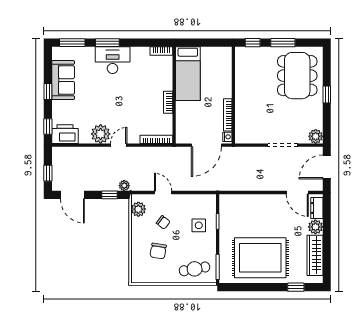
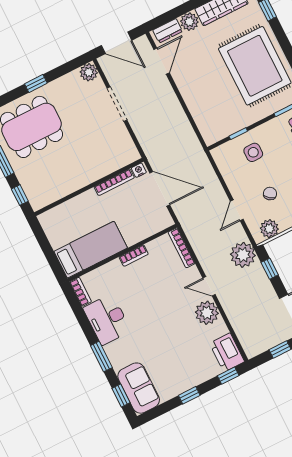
window: (72, 43) -> (121, 396), width x0.67
desk: (113, 60) -> (107, 319), moved
sofa: (63, 80) -> (139, 388), moved, turned 90
plant: (124, 186) -> (243, 255), width x1.88, depth x1.88

